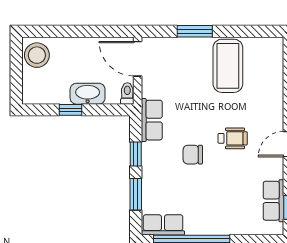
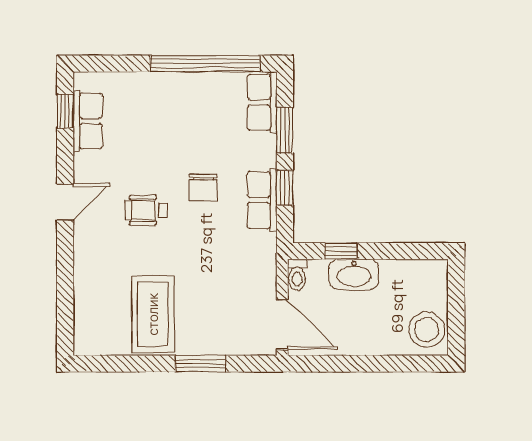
window: (71, 110) -> (341, 251), moved
row of seats: (152, 120) -> (262, 200), moved
chair: (193, 155) -> (203, 187), turned 90
row of seats: (163, 225) -> (262, 102), moved, turned 90

